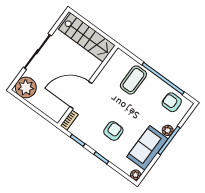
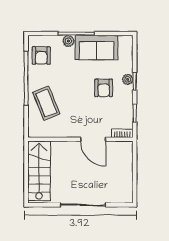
coffee table: (133, 80) -> (46, 103), turned 68
plant: (26, 87) -> (122, 192), removed
door: (81, 95) -> (93, 139), width x0.73
armchair: (113, 131) -> (104, 88), turned -90
plant: (136, 175) -> (128, 79), moved

